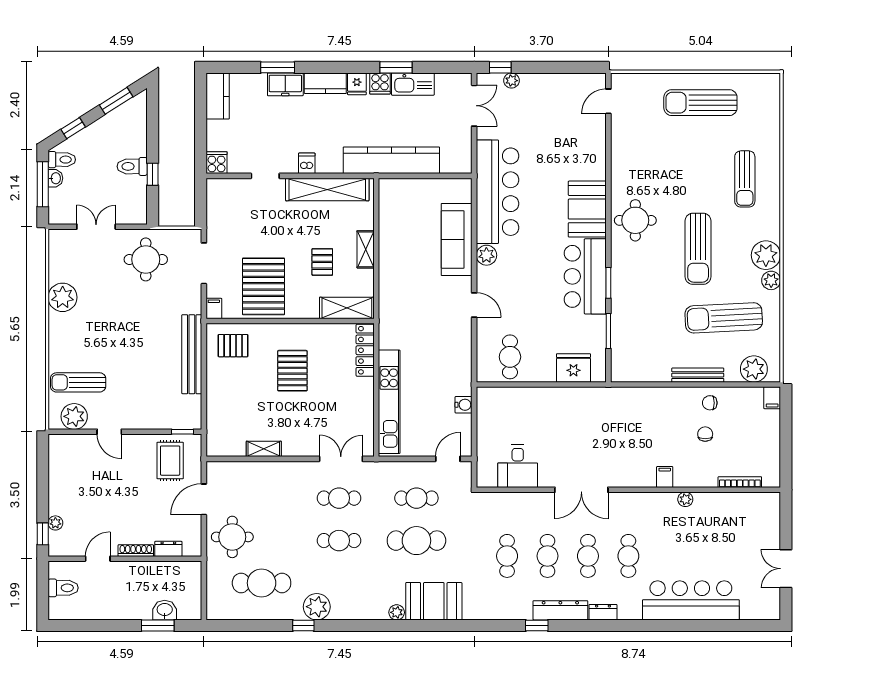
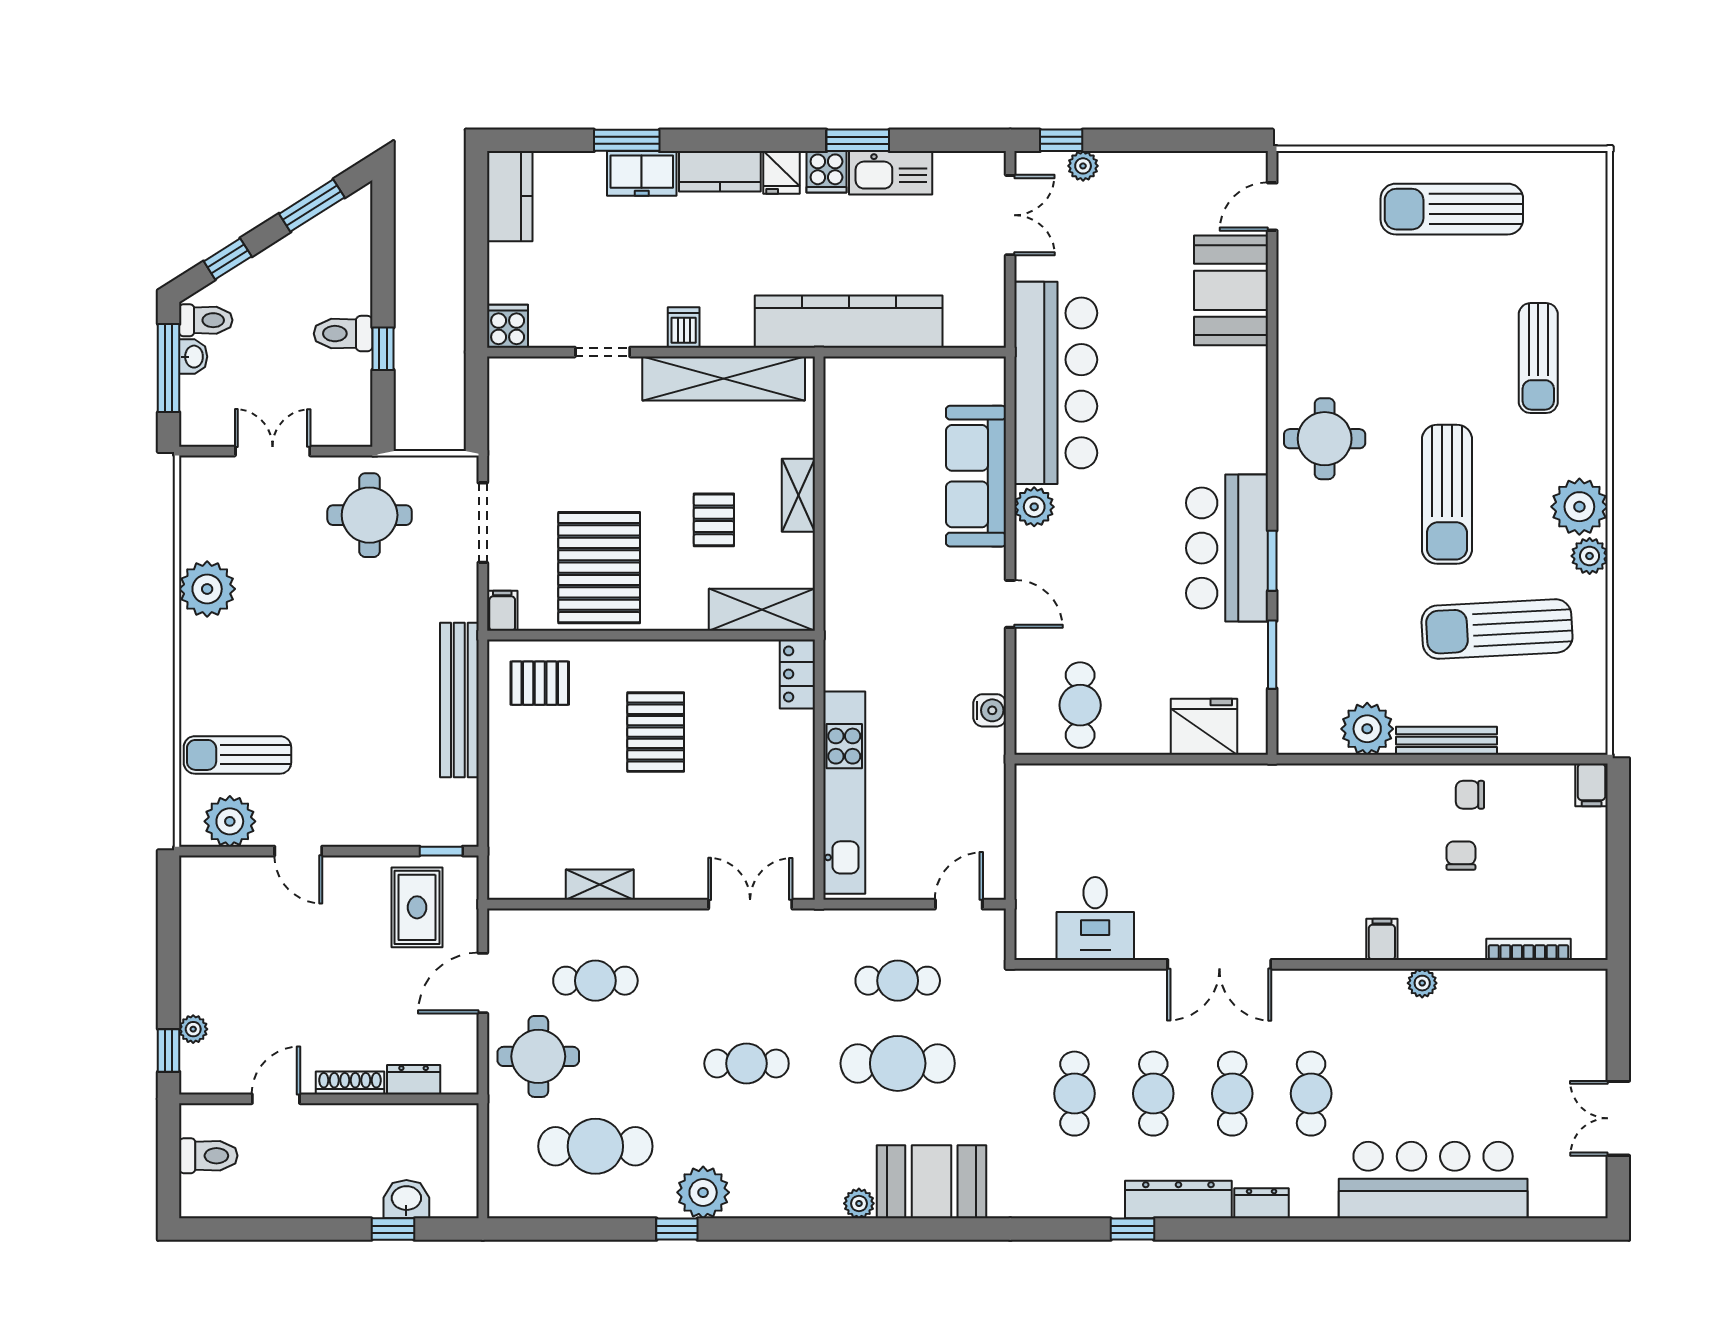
booth: (587, 209) -> (1231, 290), moved
locker: (365, 350) -> (797, 674), width x0.66
plant: (754, 369) -> (1367, 729), moved
water cooler: (464, 405) -> (990, 710), moved
cafe table: (339, 498) -> (595, 981), moved
window: (158, 625) -> (393, 1229), width x0.67

